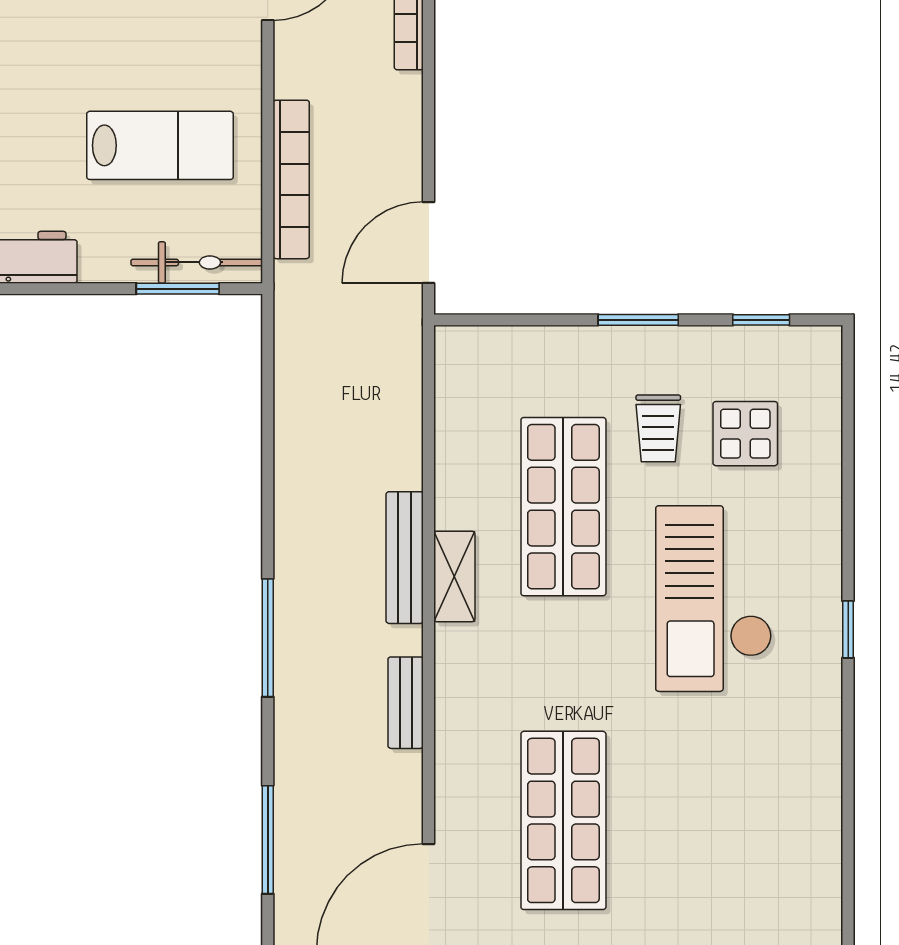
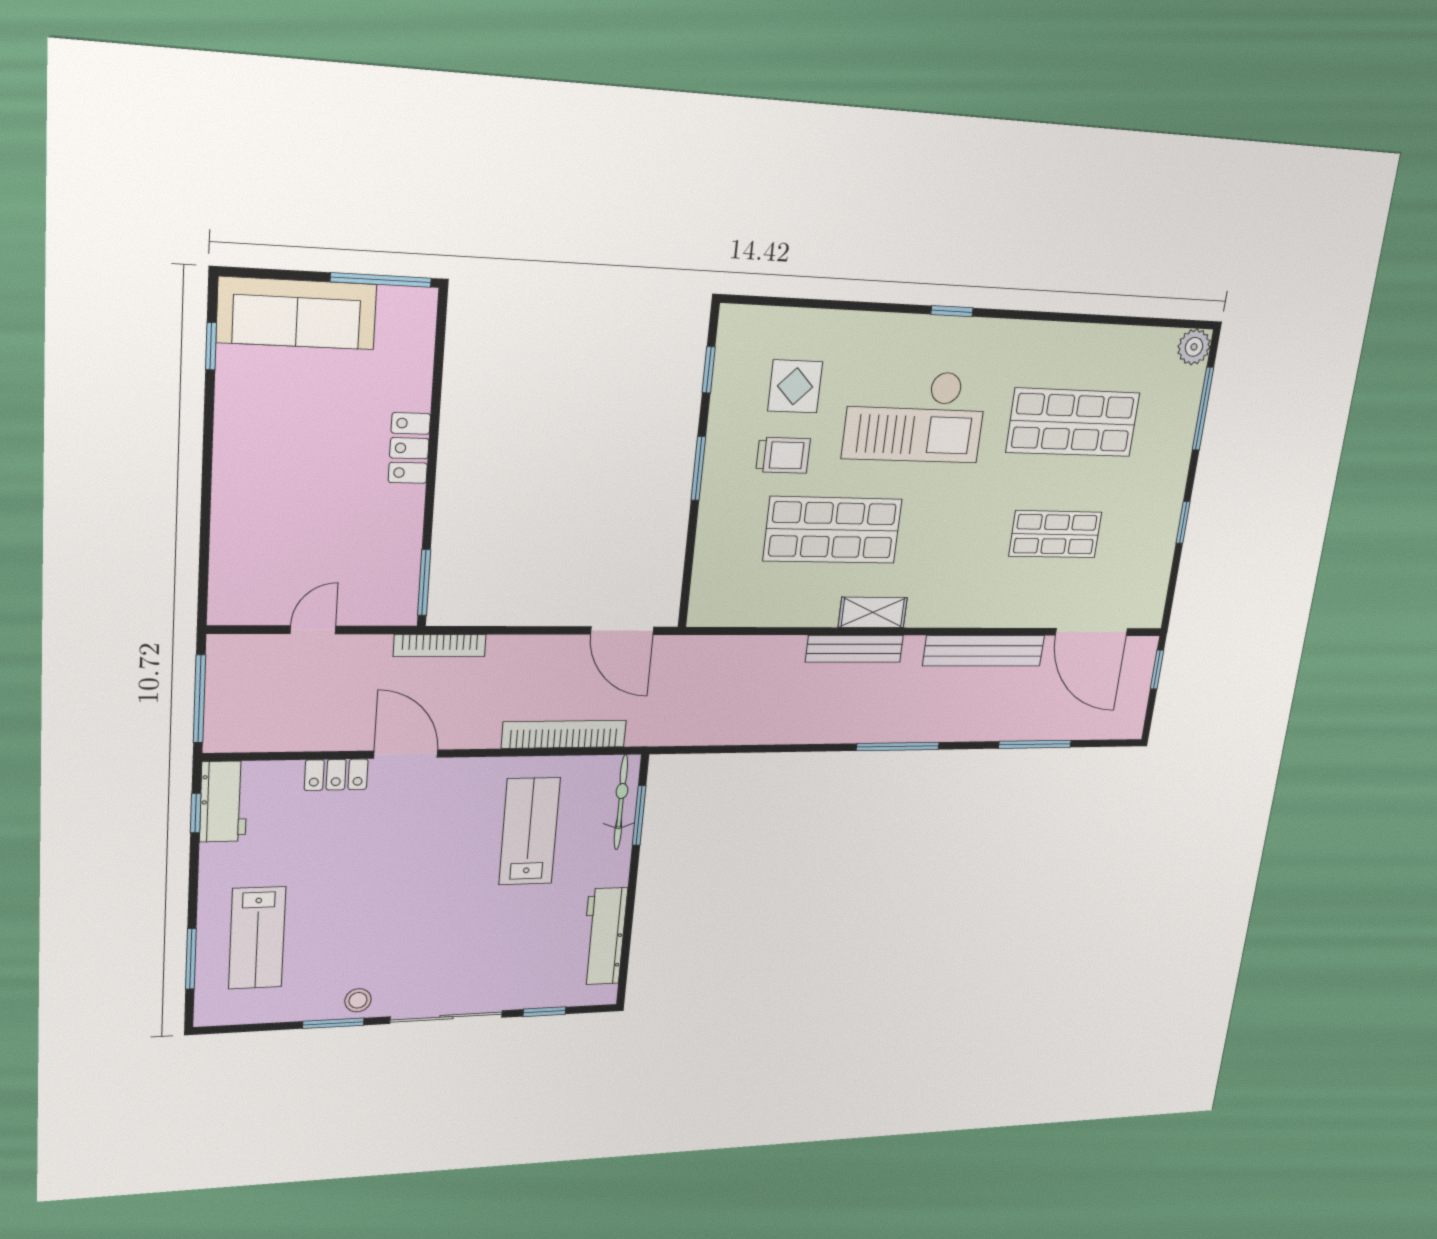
bench: (406, 703) -> (984, 651), width x1.86, depth x1.21
shop shelf: (563, 820) -> (1055, 534), width x0.70, depth x0.74
shop shelf: (713, 820) -> (1073, 422), added

